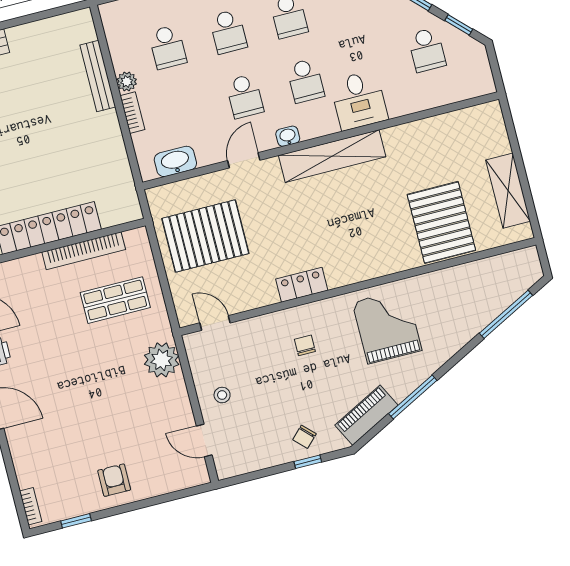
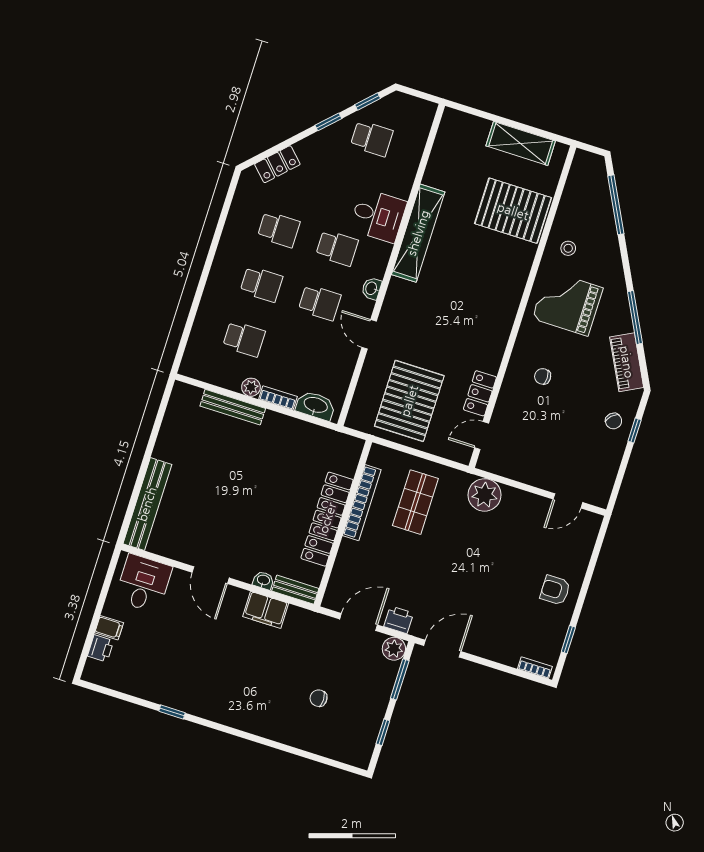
shelving: (332, 156) -> (418, 233), moved
washbasin: (175, 161) -> (316, 406), moved, turned 90
locker: (302, 285) -> (480, 393), moved
stool: (222, 395) -> (568, 248), moved

